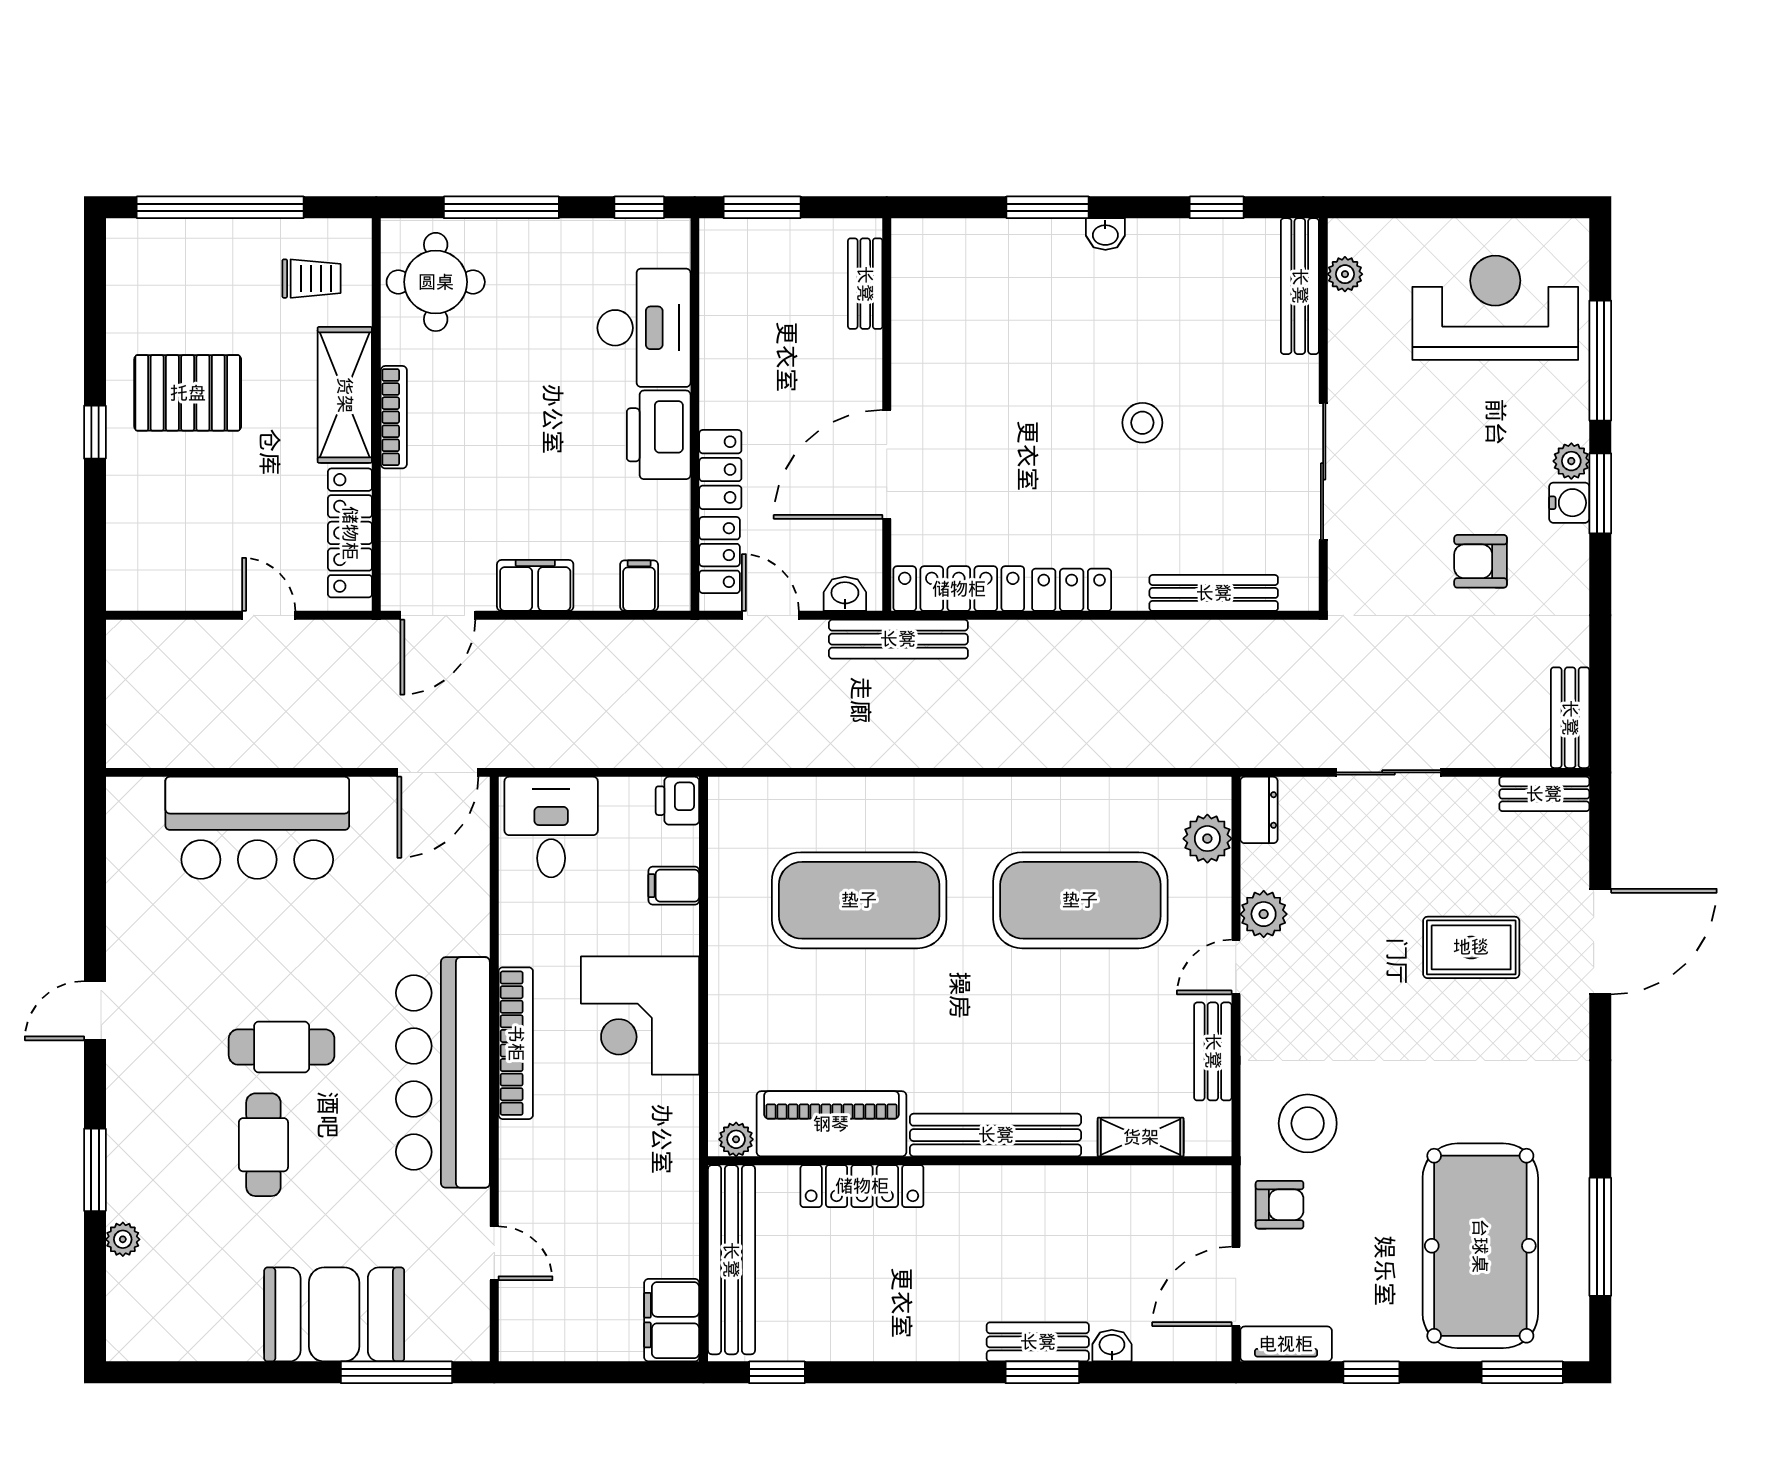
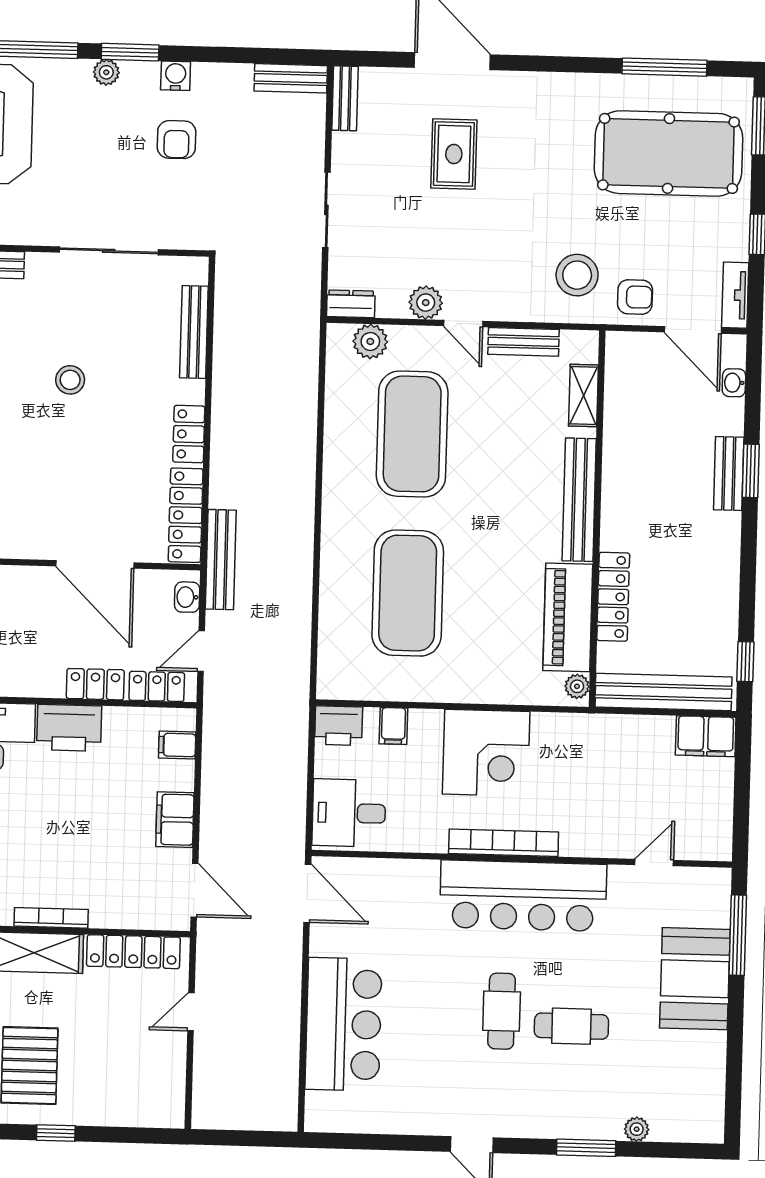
water cooler: (1569, 503) -> (176, 76), moved
printer: (677, 801) -> (339, 726), width x1.36, depth x1.24
armchair: (1280, 1205) -> (635, 297), turned 90
washbasin: (1112, 1346) -> (734, 383), moved

